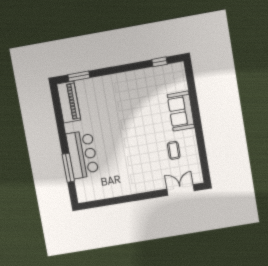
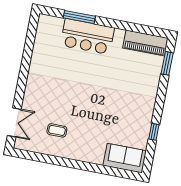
window: (159, 62) -> (154, 132), moved
sofa: (181, 111) -> (125, 158), moved

